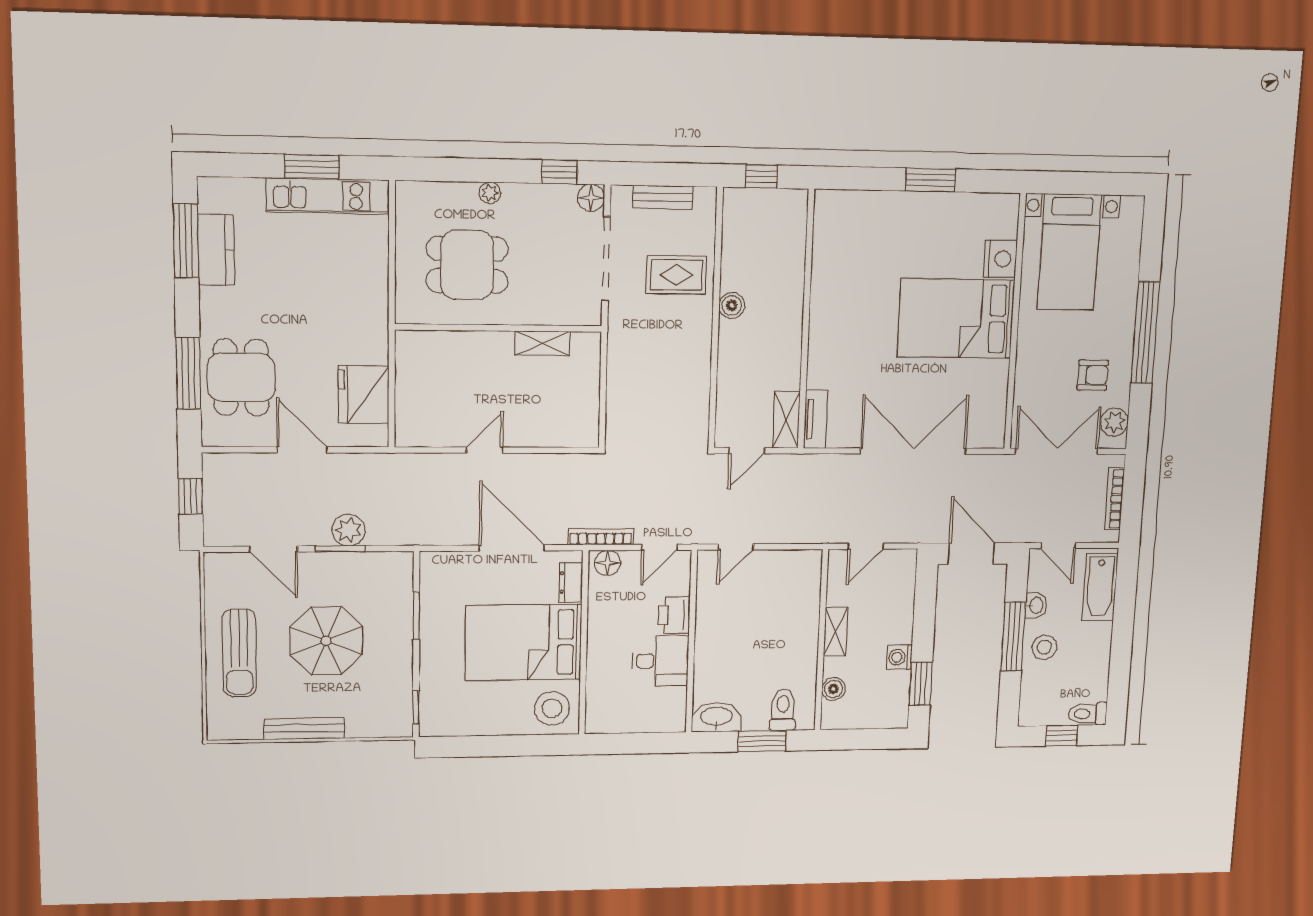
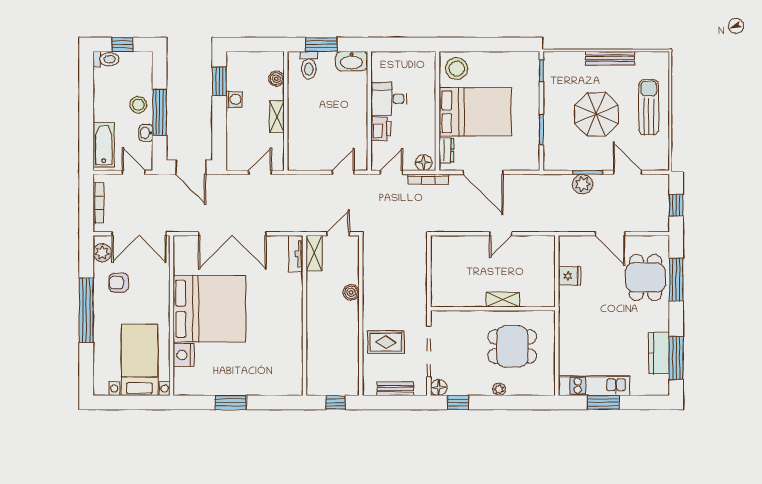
boiler: (732, 305) -> (351, 292), moved
bed: (956, 318) -> (210, 309), width x1.36
shelving: (542, 343) -> (503, 300), moved
fridge: (364, 395) -> (570, 276), width x0.53, depth x0.75

